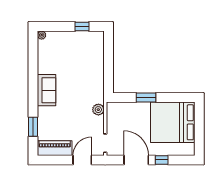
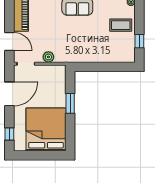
coffee table: (66, 46) -> (121, 25), added
plant: (98, 110) -> (48, 57), moved
window: (162, 160) -> (9, 134), moved

